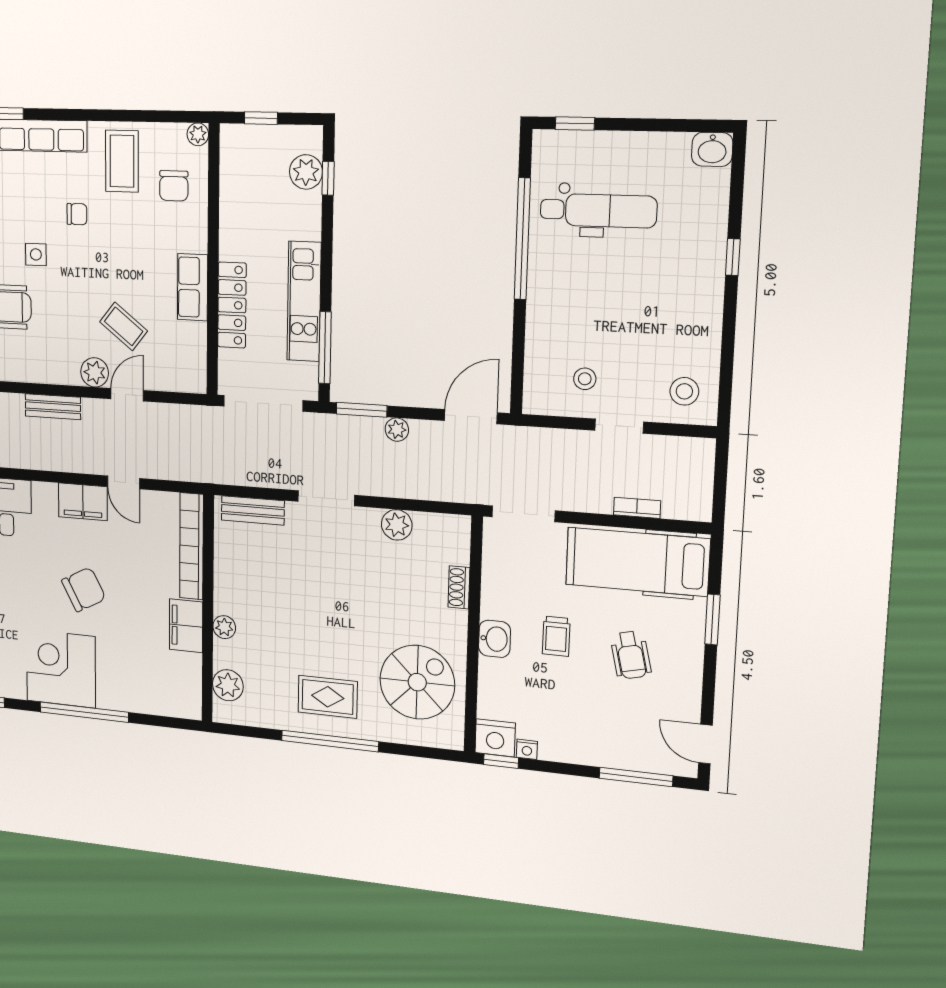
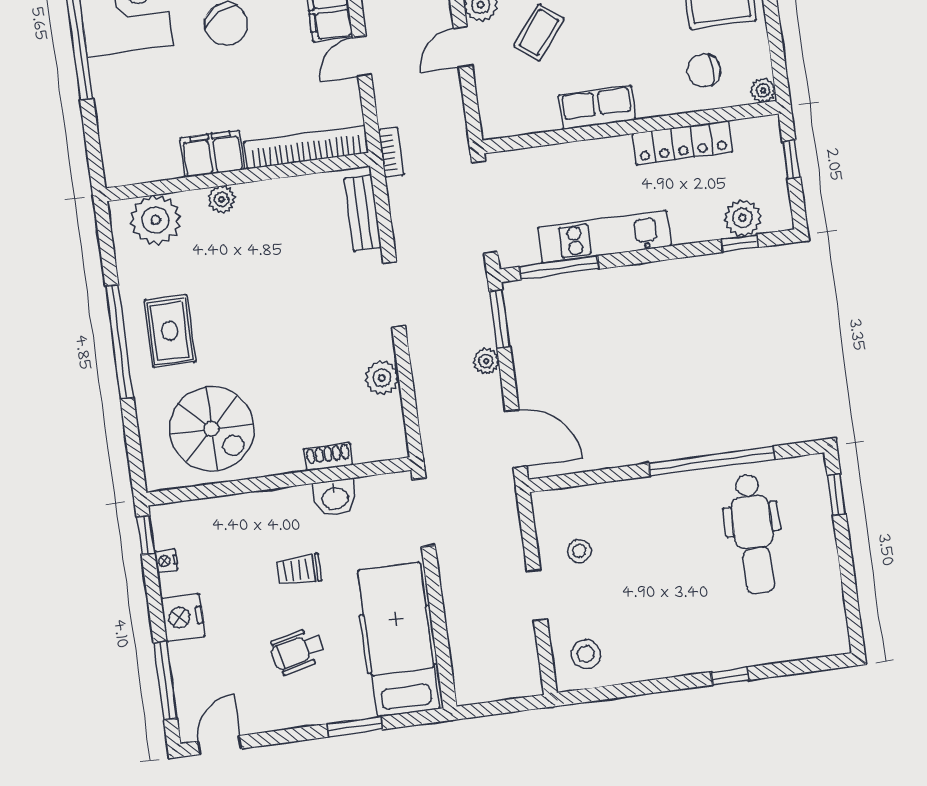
washbasin: (712, 149) -> (832, 636), removed
locker: (232, 305) -> (682, 143), moved
door: (127, 395) -> (463, 47), swing flipped
bookcase: (637, 508) -> (391, 152), moved
washbasin: (495, 639) -> (335, 498), moved
plant: (228, 685) -> (156, 220), width x1.36, depth x1.36
nightstand: (495, 738) -> (183, 617), moved

